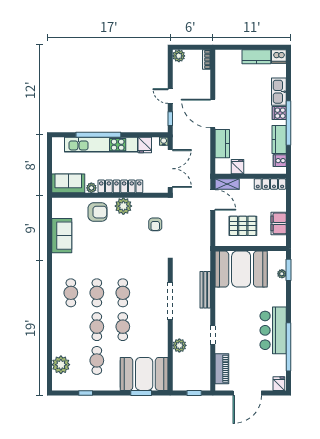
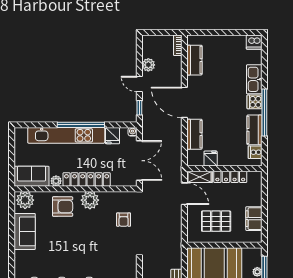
plant: (179, 56) -> (148, 65), moved
kitchen counter: (256, 57) -> (194, 60), moved, turned -90
window: (98, 135) -> (81, 125), moved
locker: (270, 184) -> (230, 177), moved
plant: (62, 206) -> (25, 200), added

